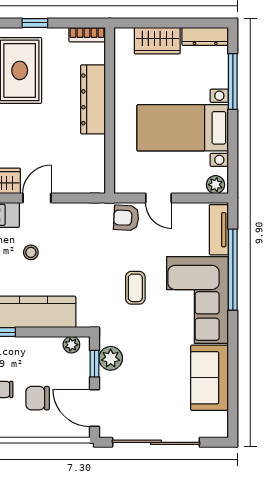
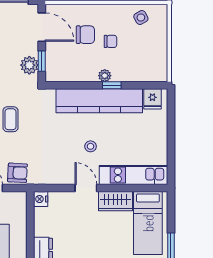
nightstand: (96, 184) -> (41, 199), added
door: (37, 198) -> (86, 188), swing flipped
plant: (71, 345) -> (105, 76), moved

